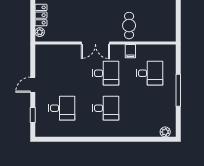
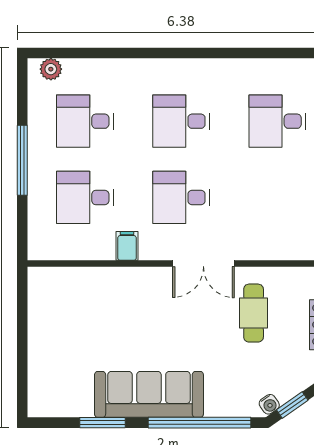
cafe table: (129, 26) -> (254, 313), moved
double door: (95, 43) -> (203, 264), swing flipped
desk: (150, 108) -> (85, 121), added

